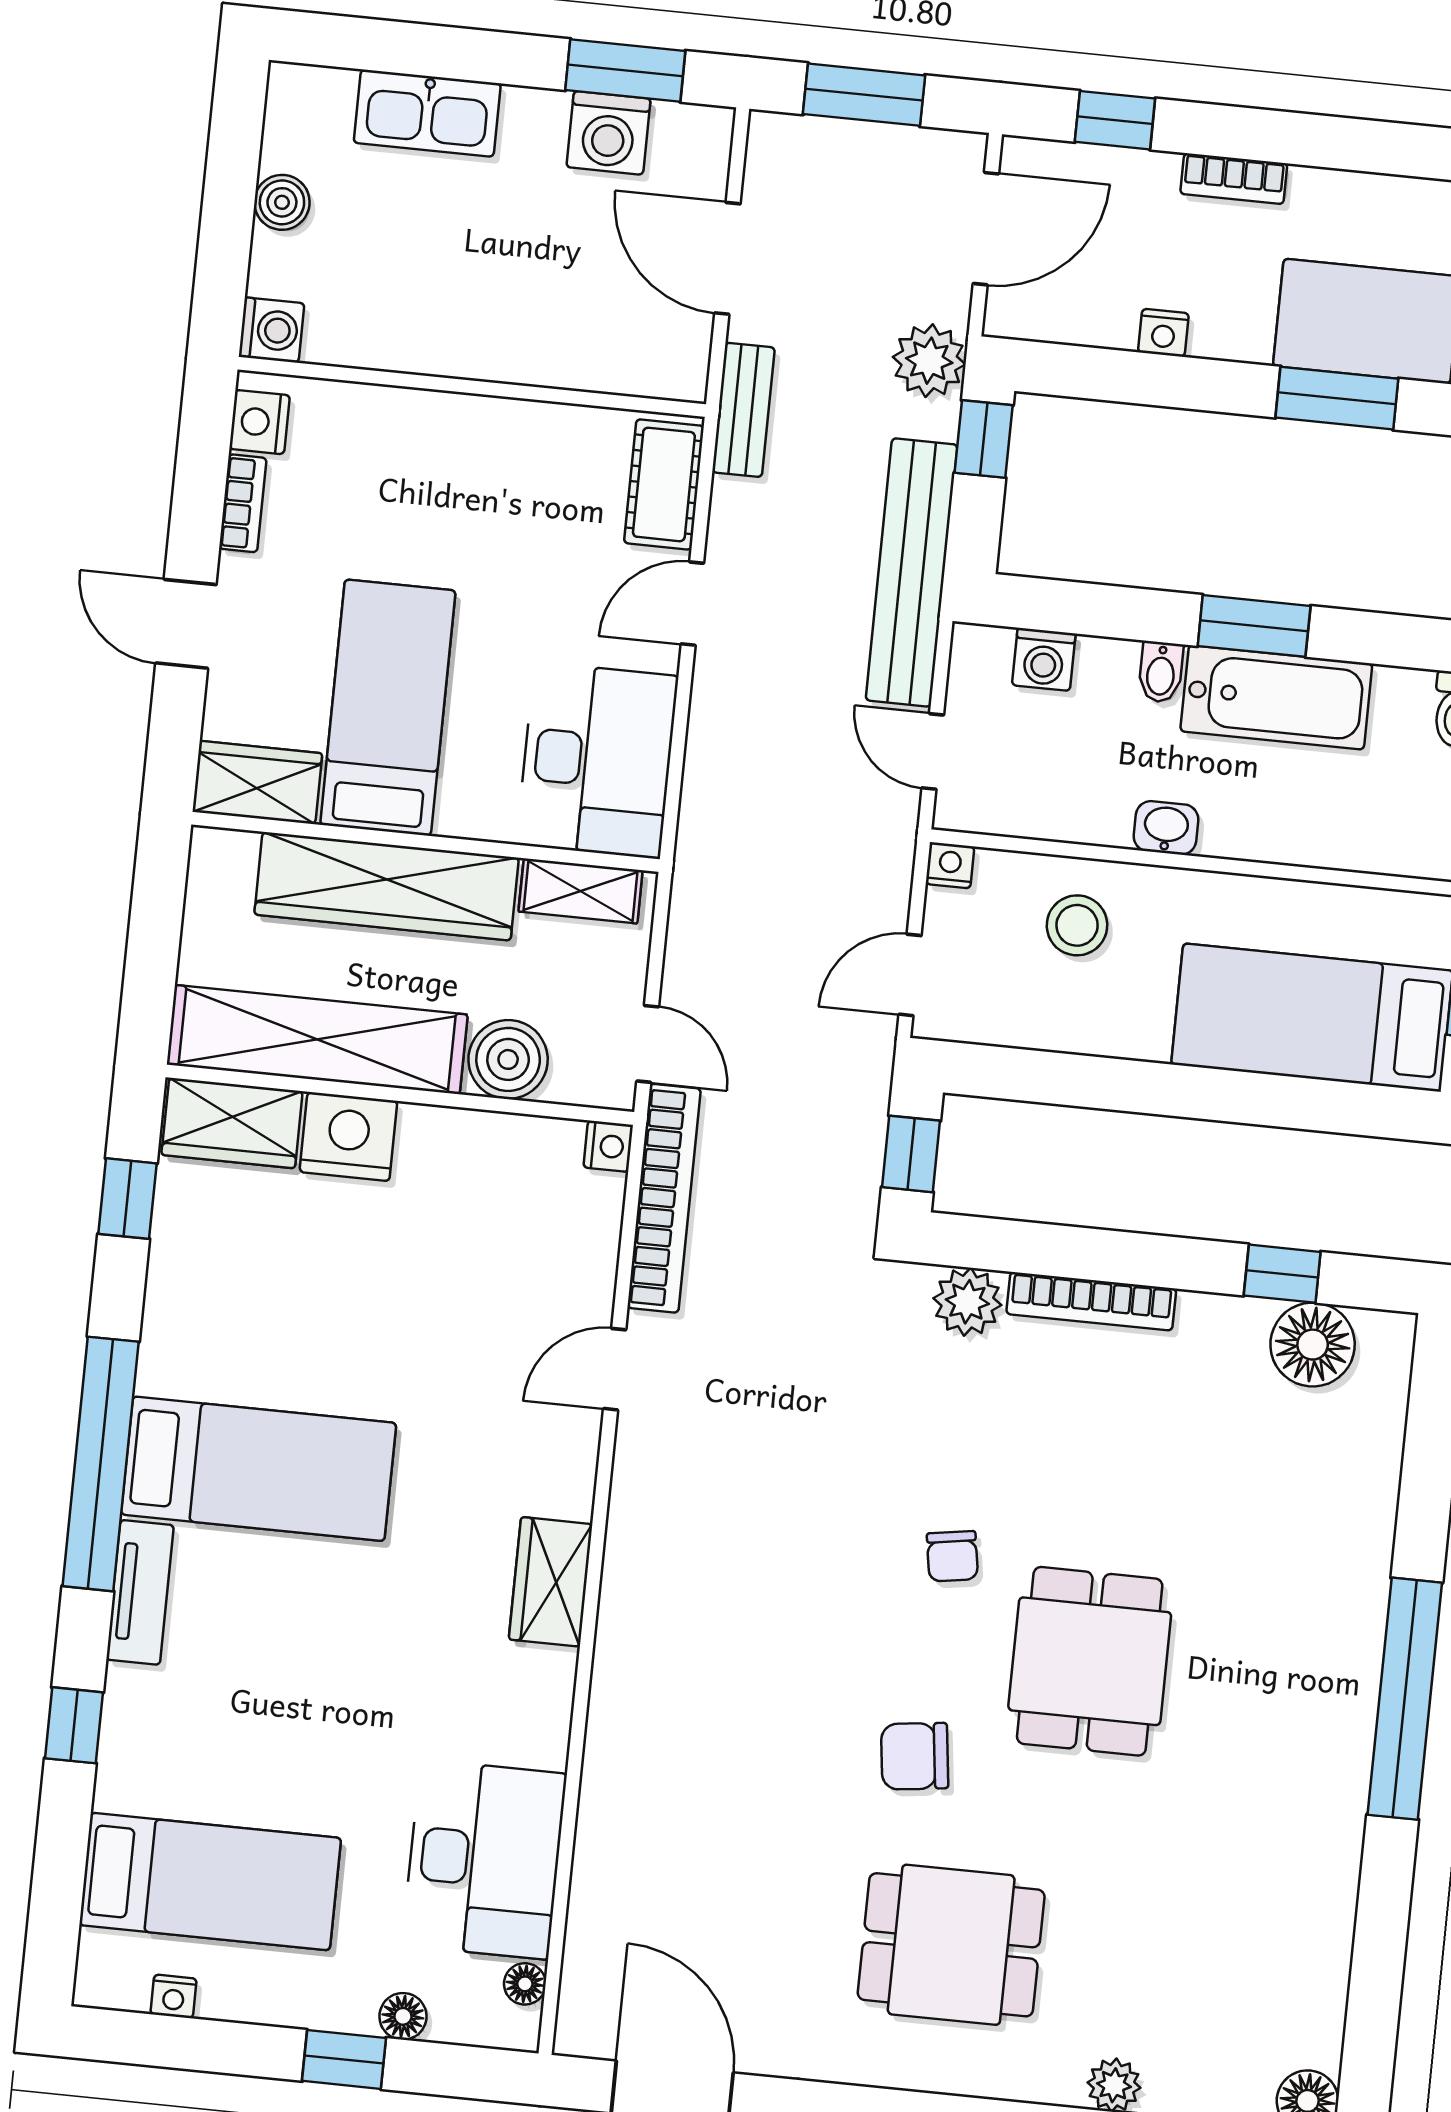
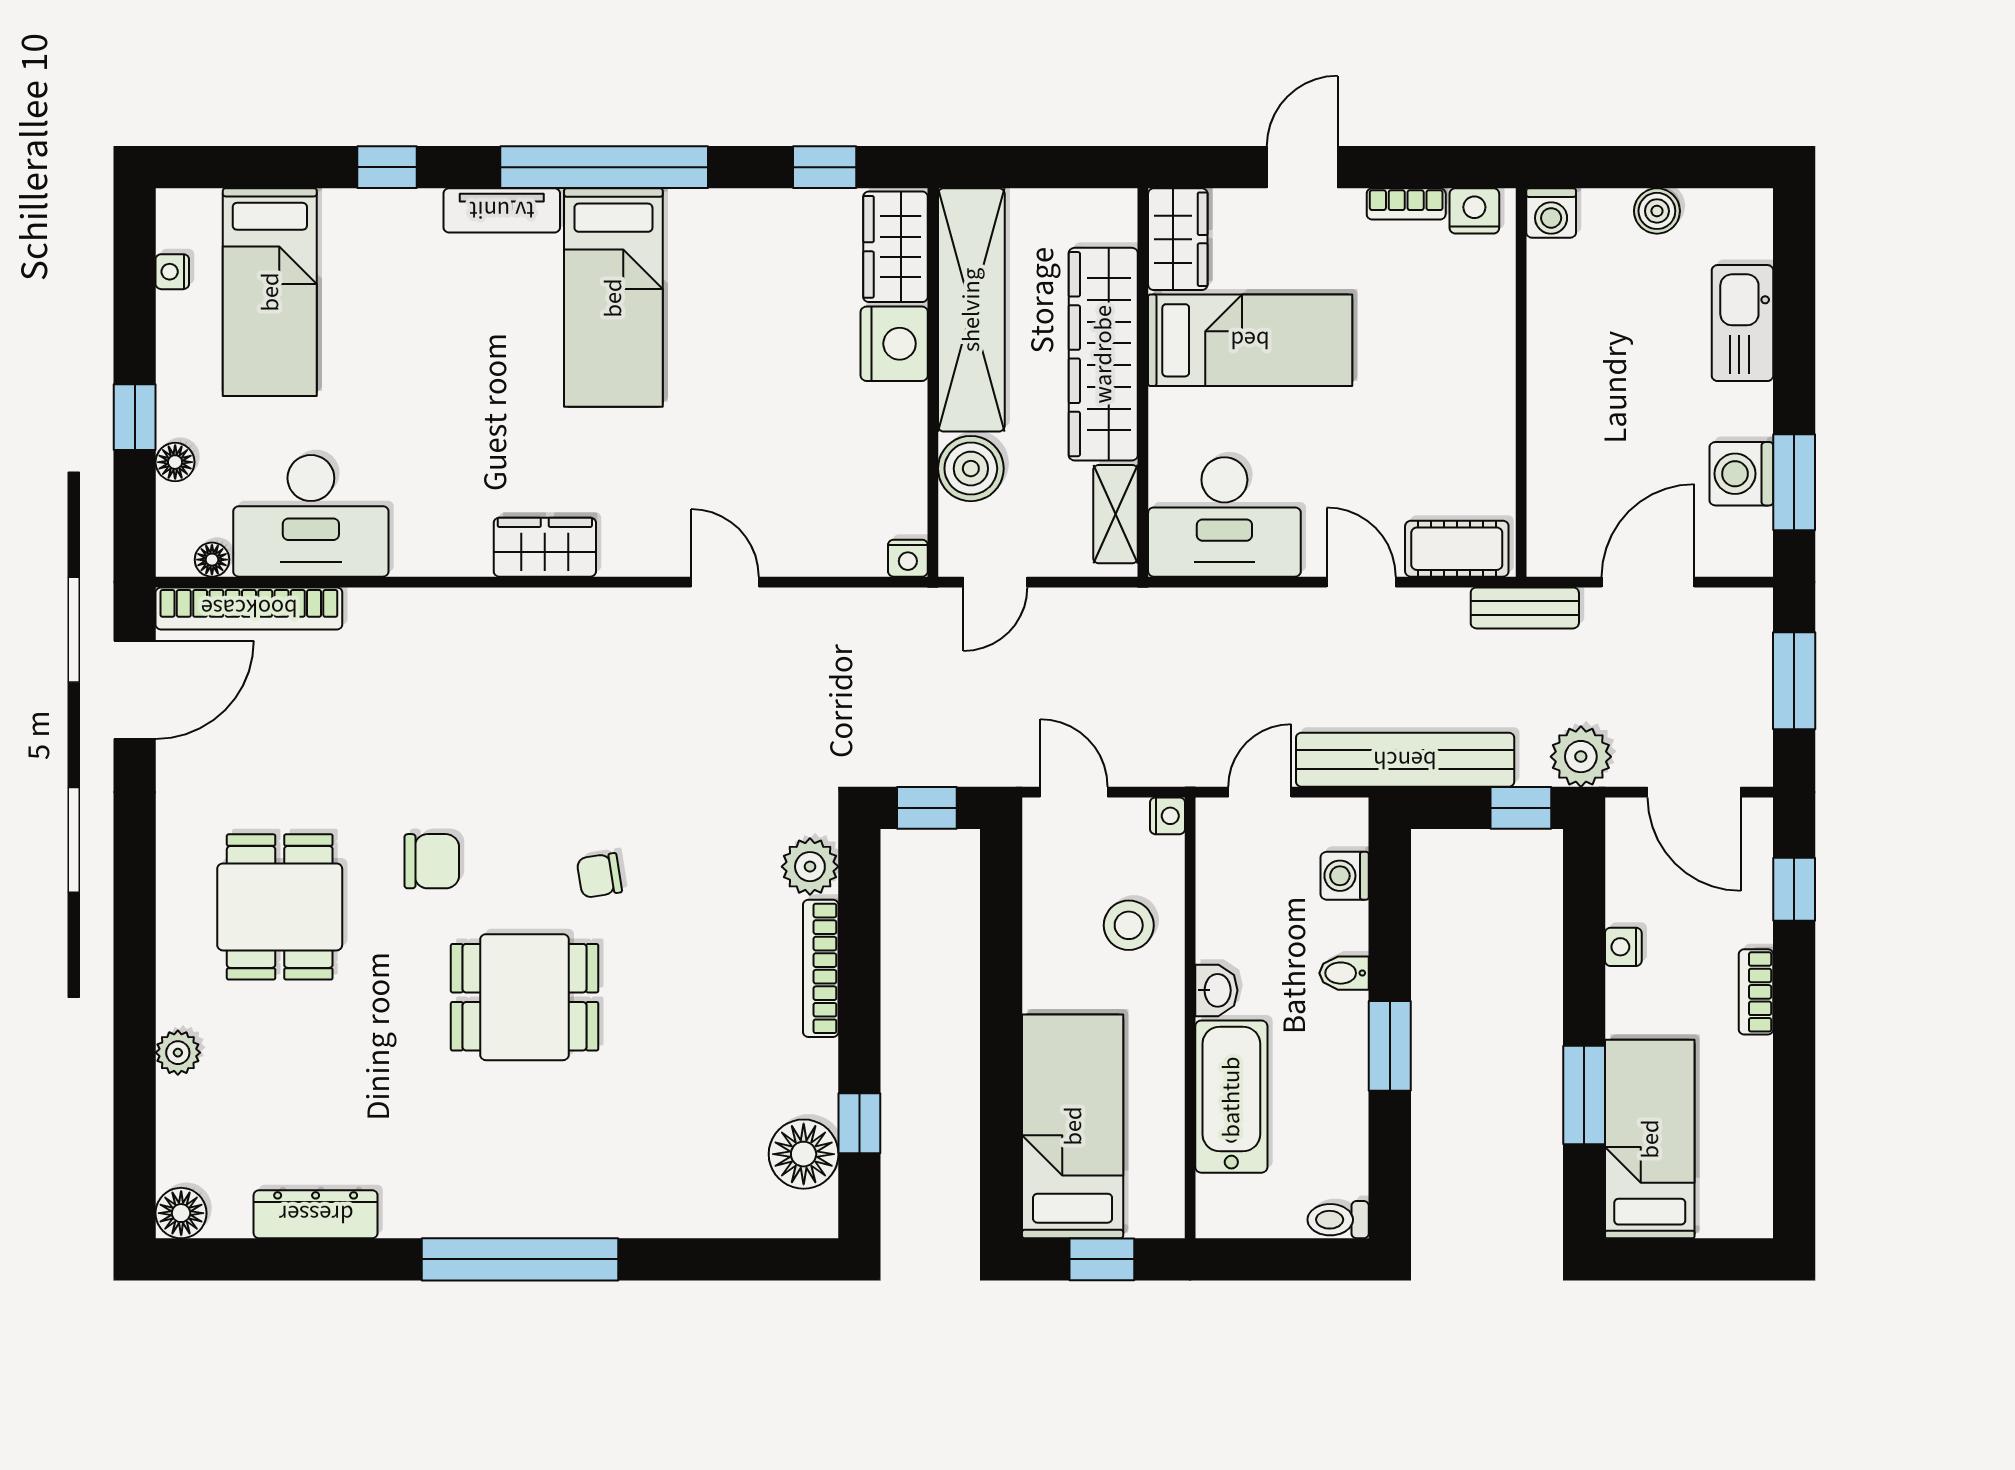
bathtub: (1276, 697) -> (1231, 1097), moved, turned 180
bookcase: (664, 1198) -> (249, 608), moved
chair: (915, 1756) -> (432, 861), turned 97
dresser: (1325, 1939) -> (316, 1214), added

